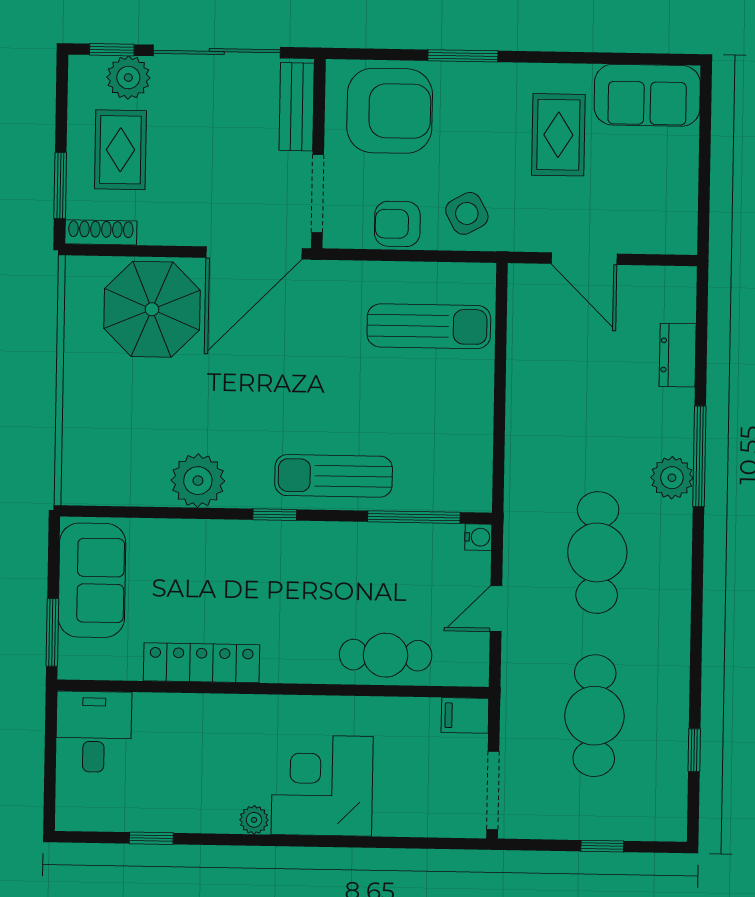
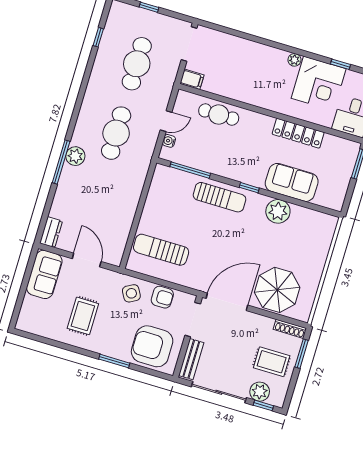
sofa: (647, 95) -> (44, 274), moved, turned 90
rug: (120, 150) -> (272, 362), turned 90
dresser: (678, 355) -> (51, 232), moved
water cooler: (478, 537) -> (169, 141), moved
sofa: (92, 580) -> (292, 182), moved, turned 90
corner desk: (322, 786) -> (319, 84), moved

